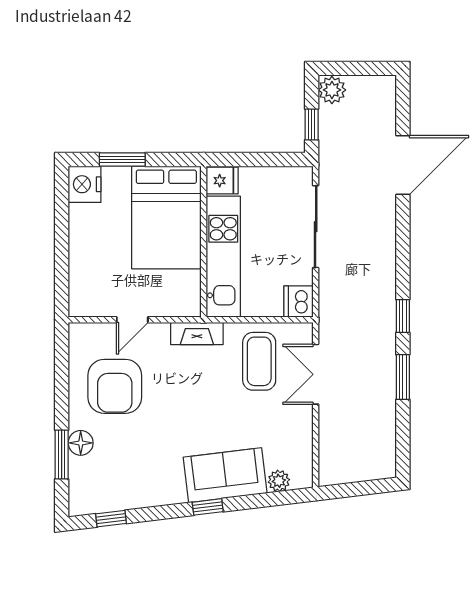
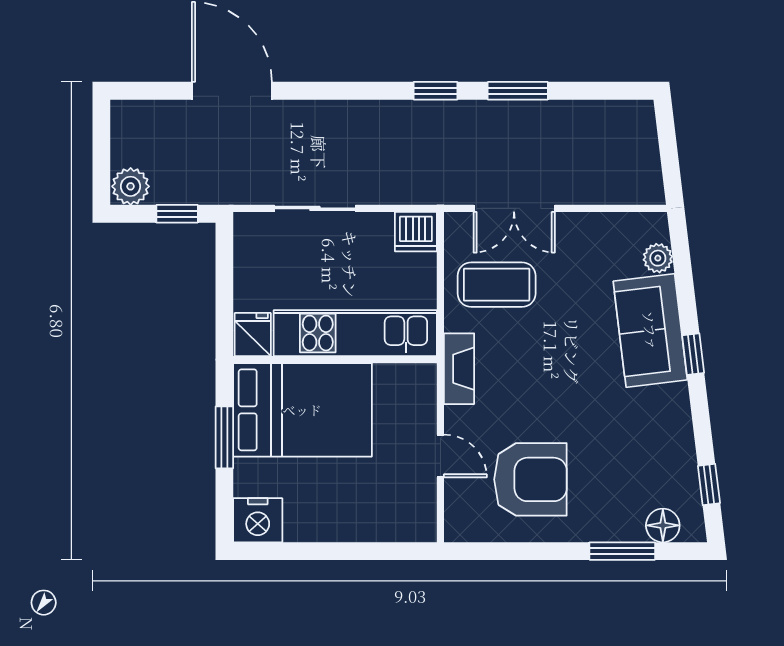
window: (122, 159) -> (224, 437), moved
sliding door: (316, 227) -> (315, 208), width x0.73
floor lamp: (81, 443) -> (663, 525), moved

